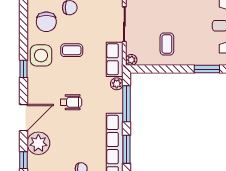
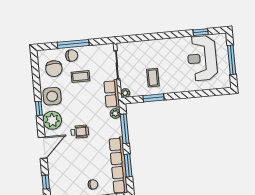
coffee table: (72, 50) -> (80, 76), moved
window: (207, 69) -> (153, 98), moved
plant: (38, 143) -> (52, 120), moved

